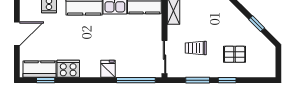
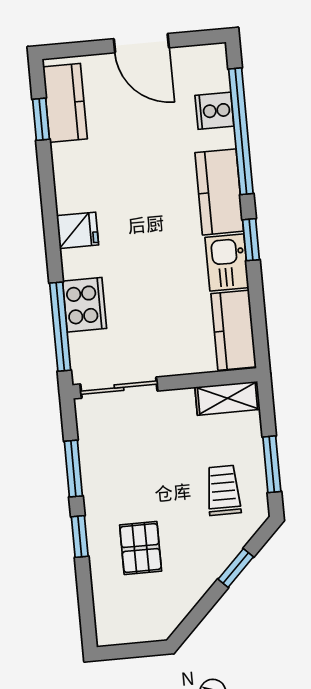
window: (257, 24) -> (236, 568), moved
trolley: (196, 48) -> (223, 490), moved
cooker: (68, 69) -> (85, 305), moved
fridge: (108, 69) -> (78, 230), moved

